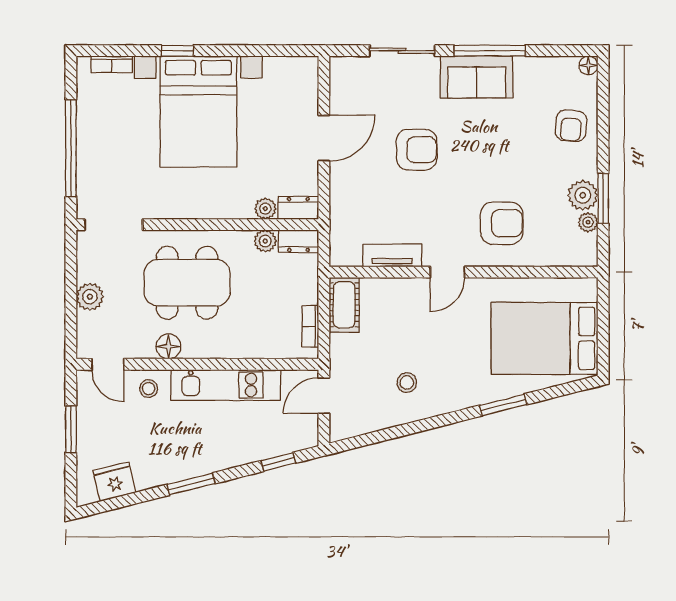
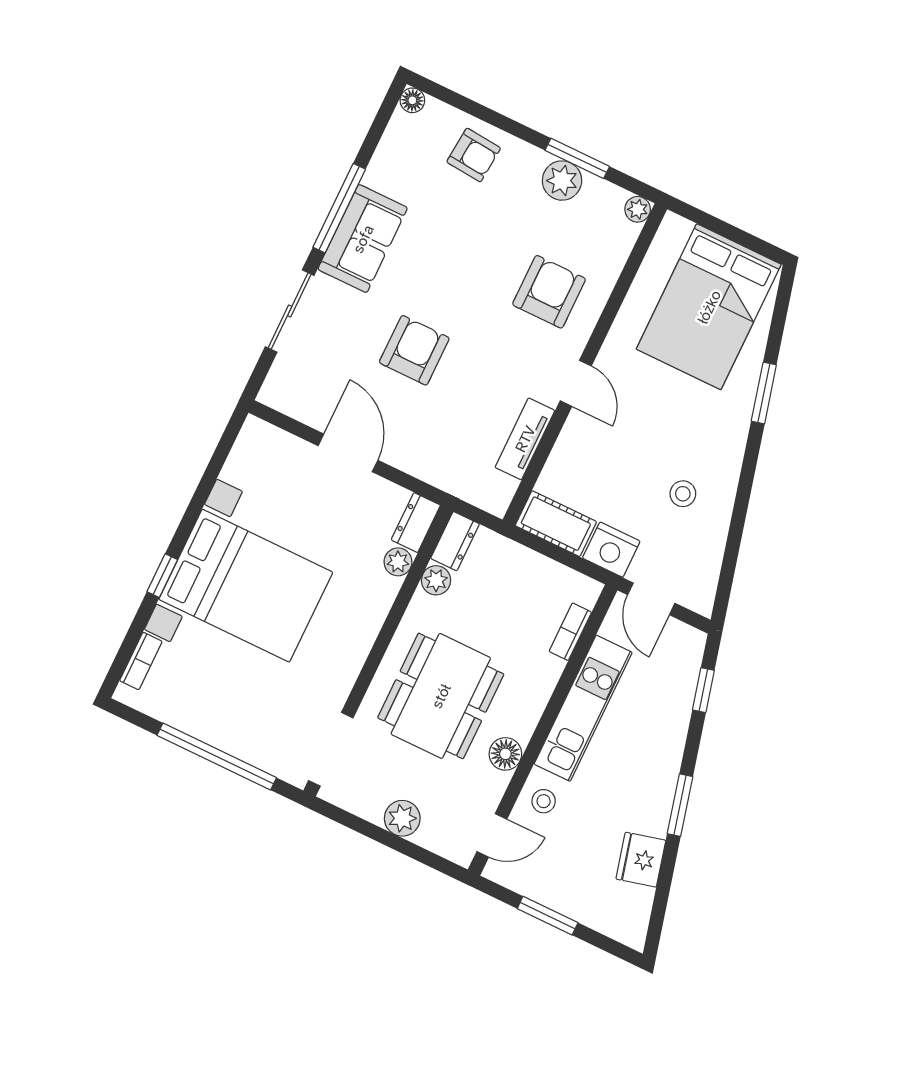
plant: (588, 222) -> (638, 209), moved
bookcase: (310, 326) -> (570, 632), moved, turned 90
nightstand: (345, 352) -> (611, 550), added
fridge: (114, 482) -> (641, 860), moved

